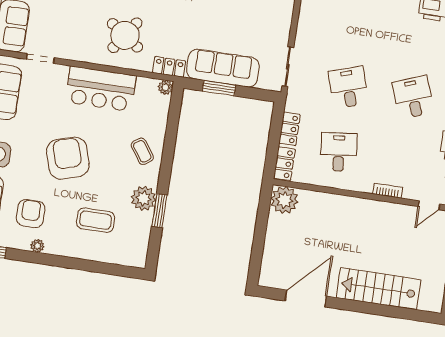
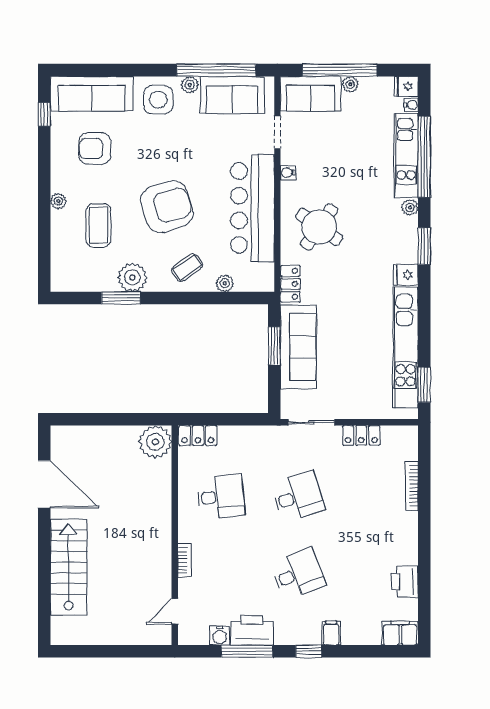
water cooler: (75, 55) -> (288, 173), added
plant: (165, 87) -> (225, 283), moved
bar counter: (101, 89) -> (253, 208), width x1.36
locker: (290, 129) -> (361, 435), moved
armchair: (68, 158) -> (167, 207), moved
door: (429, 205) -> (175, 611), hinge flipped
armchair: (31, 214) -> (95, 148), turned 180
plant: (37, 246) -> (58, 201), moved

